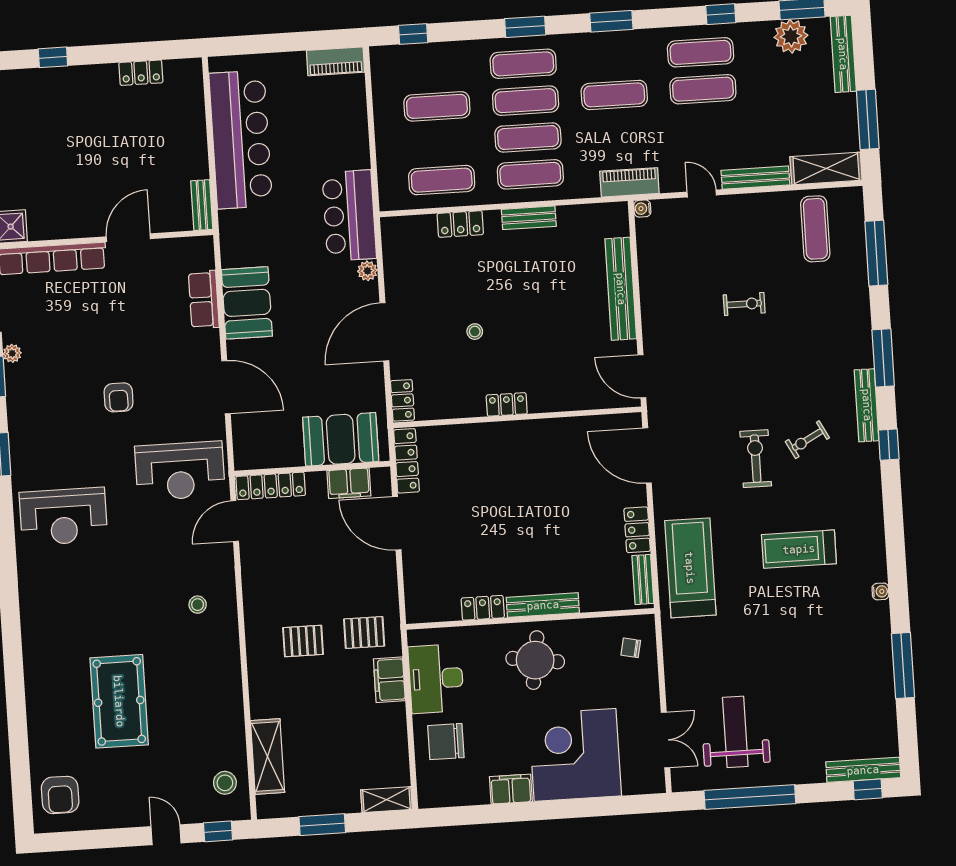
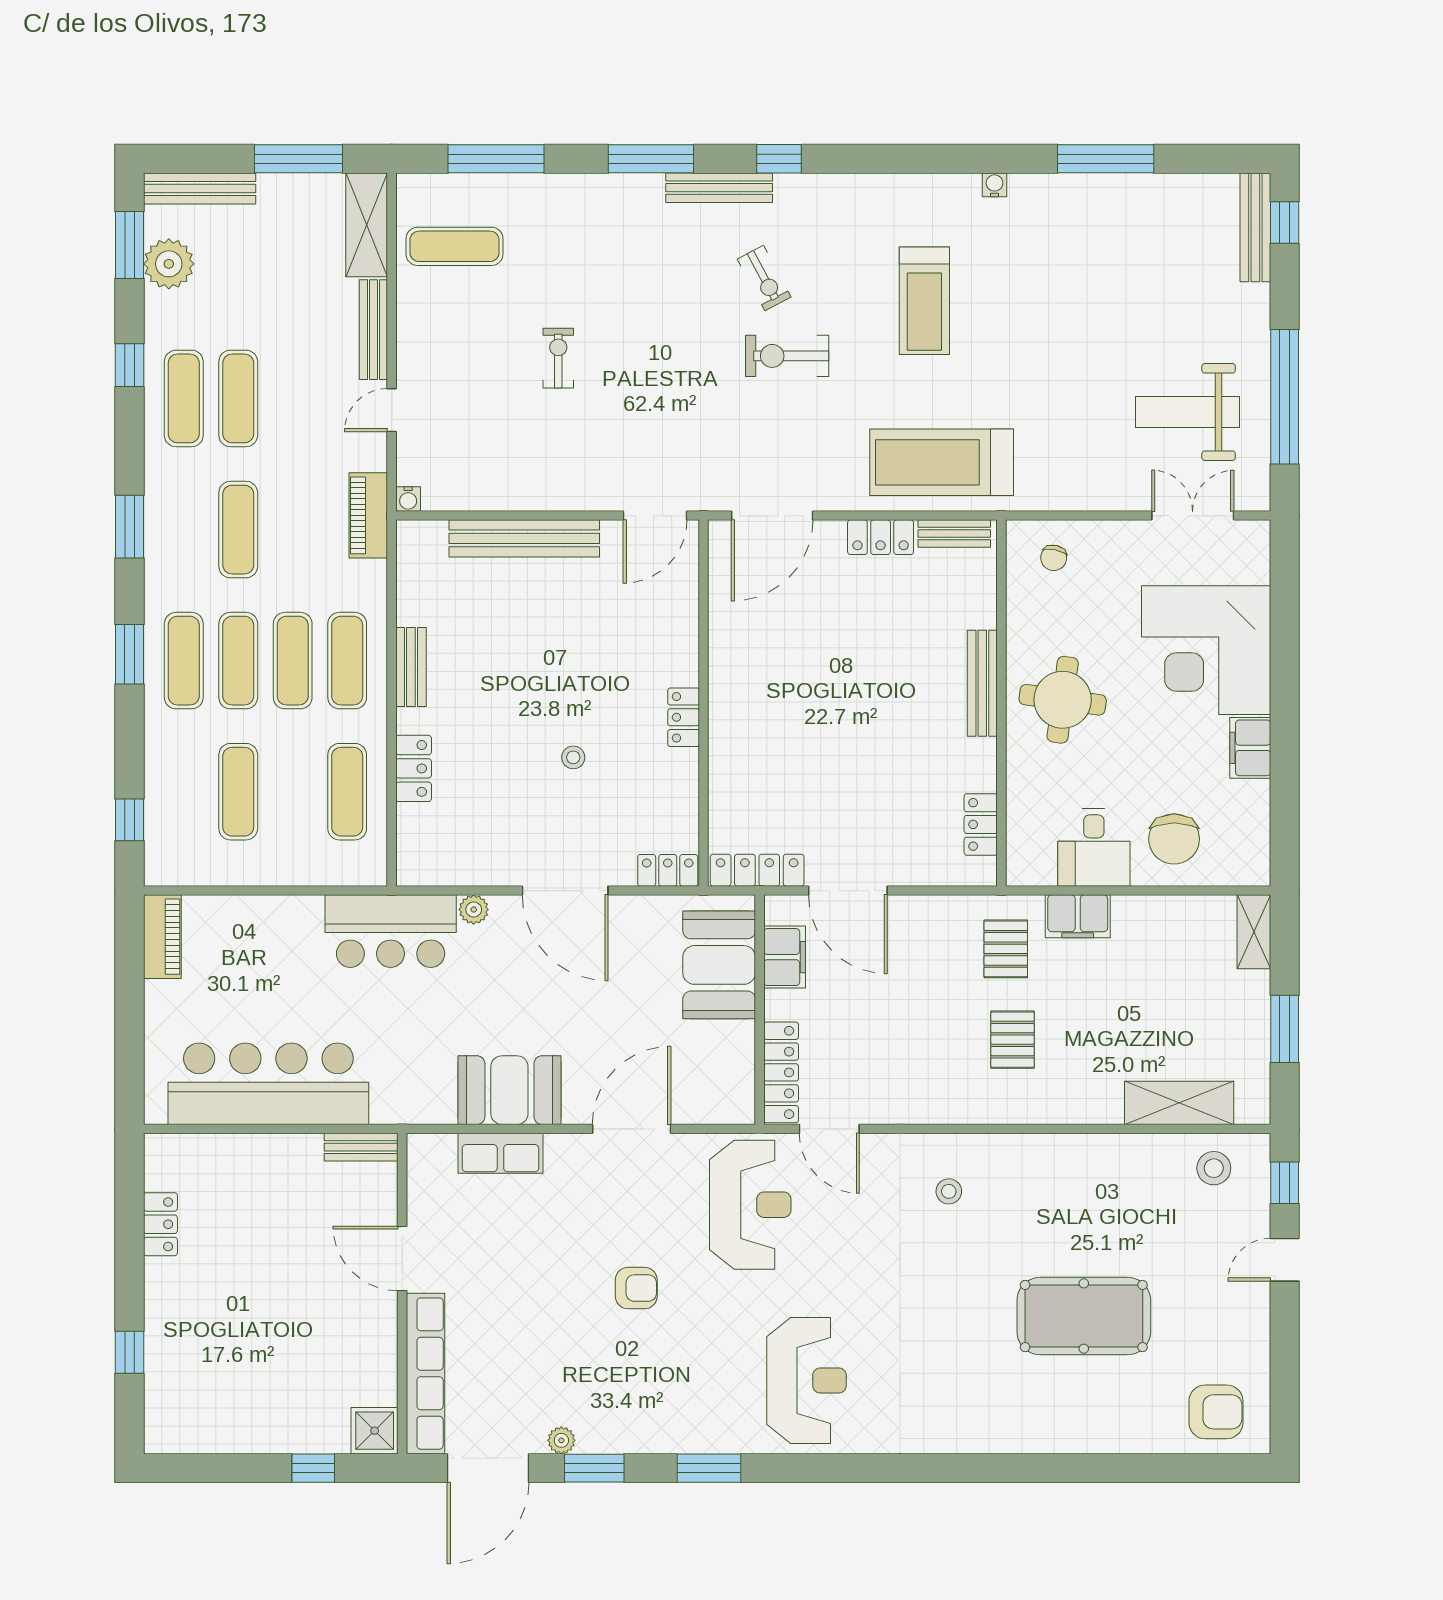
door: (397, 523) -> (848, 891), hinge flipped
locker: (483, 608) -> (981, 824), moved
desk: (436, 679) -> (1094, 847), width x0.73

